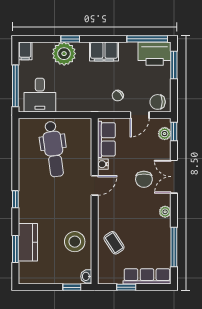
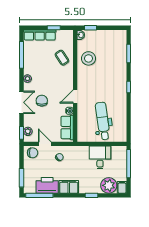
plant: (64, 54) -> (109, 185), moved
printer: (155, 54) -> (47, 185), moved
desk: (40, 95) -> (100, 157), moved
door: (140, 115) -> (45, 144), hinge flipped
kitchen counter: (28, 242) -> (120, 58), removed

